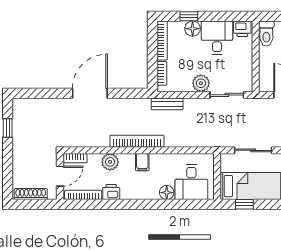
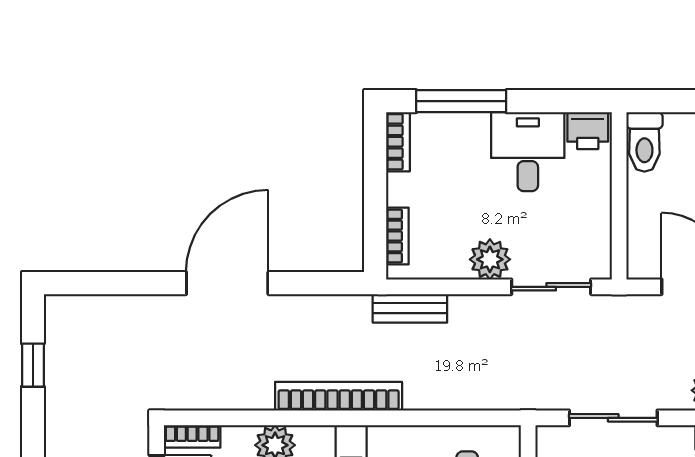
window: (189, 16) -> (461, 101), width x2.17
floor lamp: (193, 29) -> (470, 130), removed
bookcase: (162, 41) -> (398, 142), width x0.64

